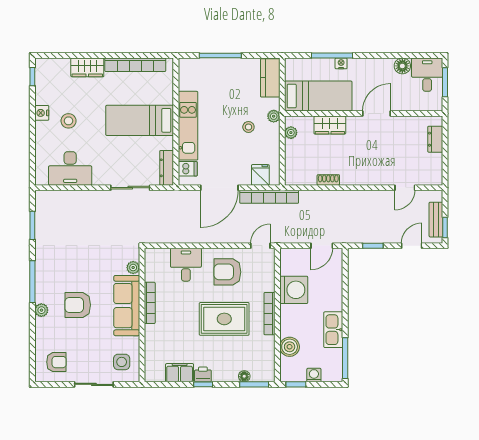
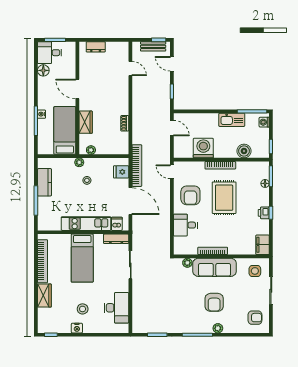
kitchen counter: (270, 78) -> (44, 182), moved, turned -90
armchair: (56, 362) -> (255, 318), turned 90
filing cabinet: (180, 373) -> (263, 245), moved
washing machine: (314, 375) -> (264, 122), moved

